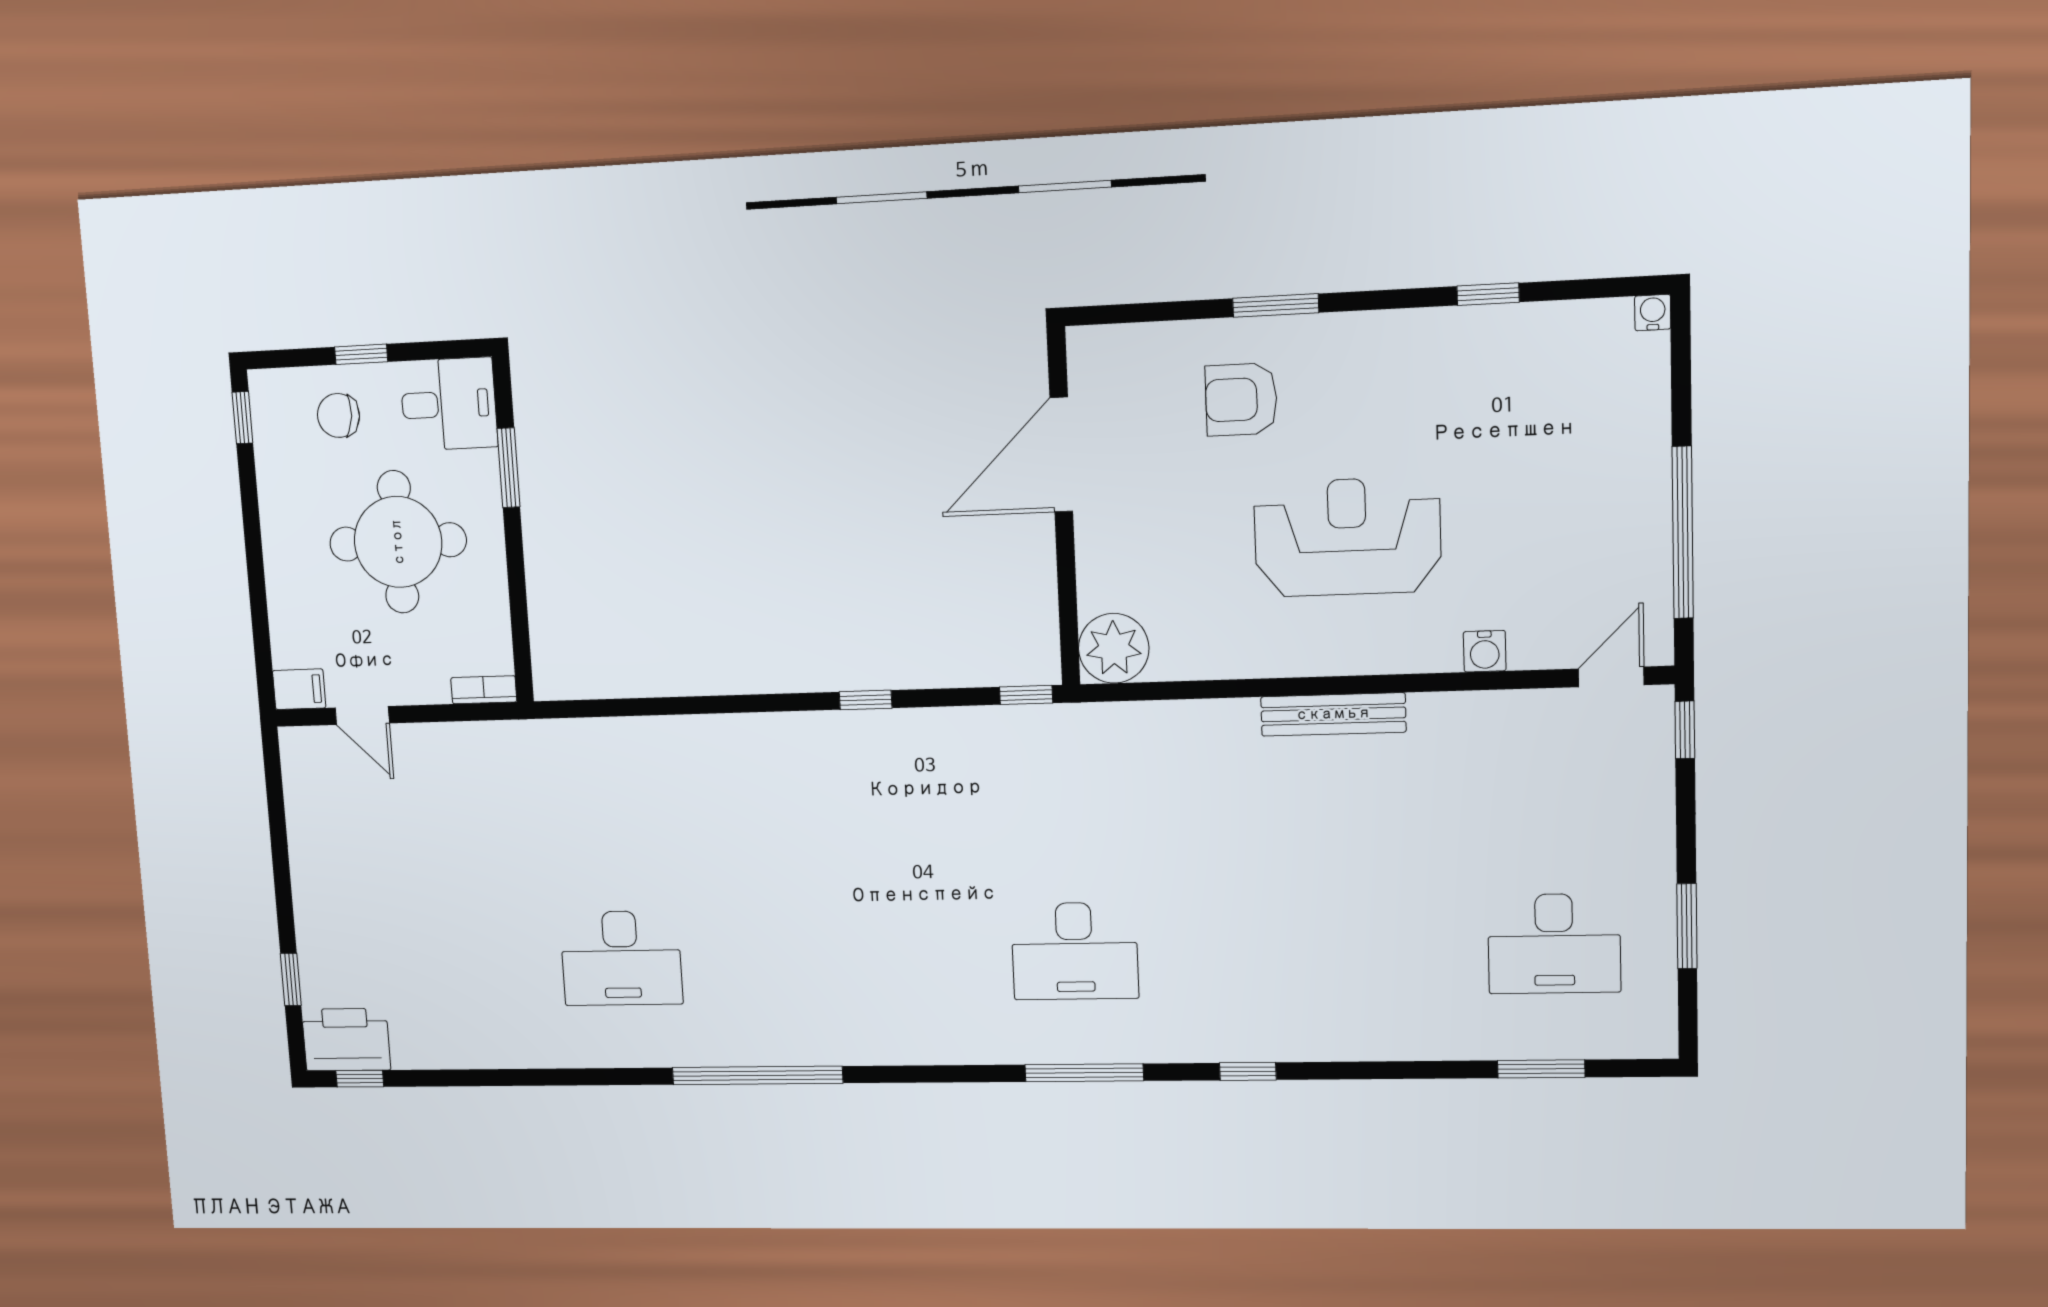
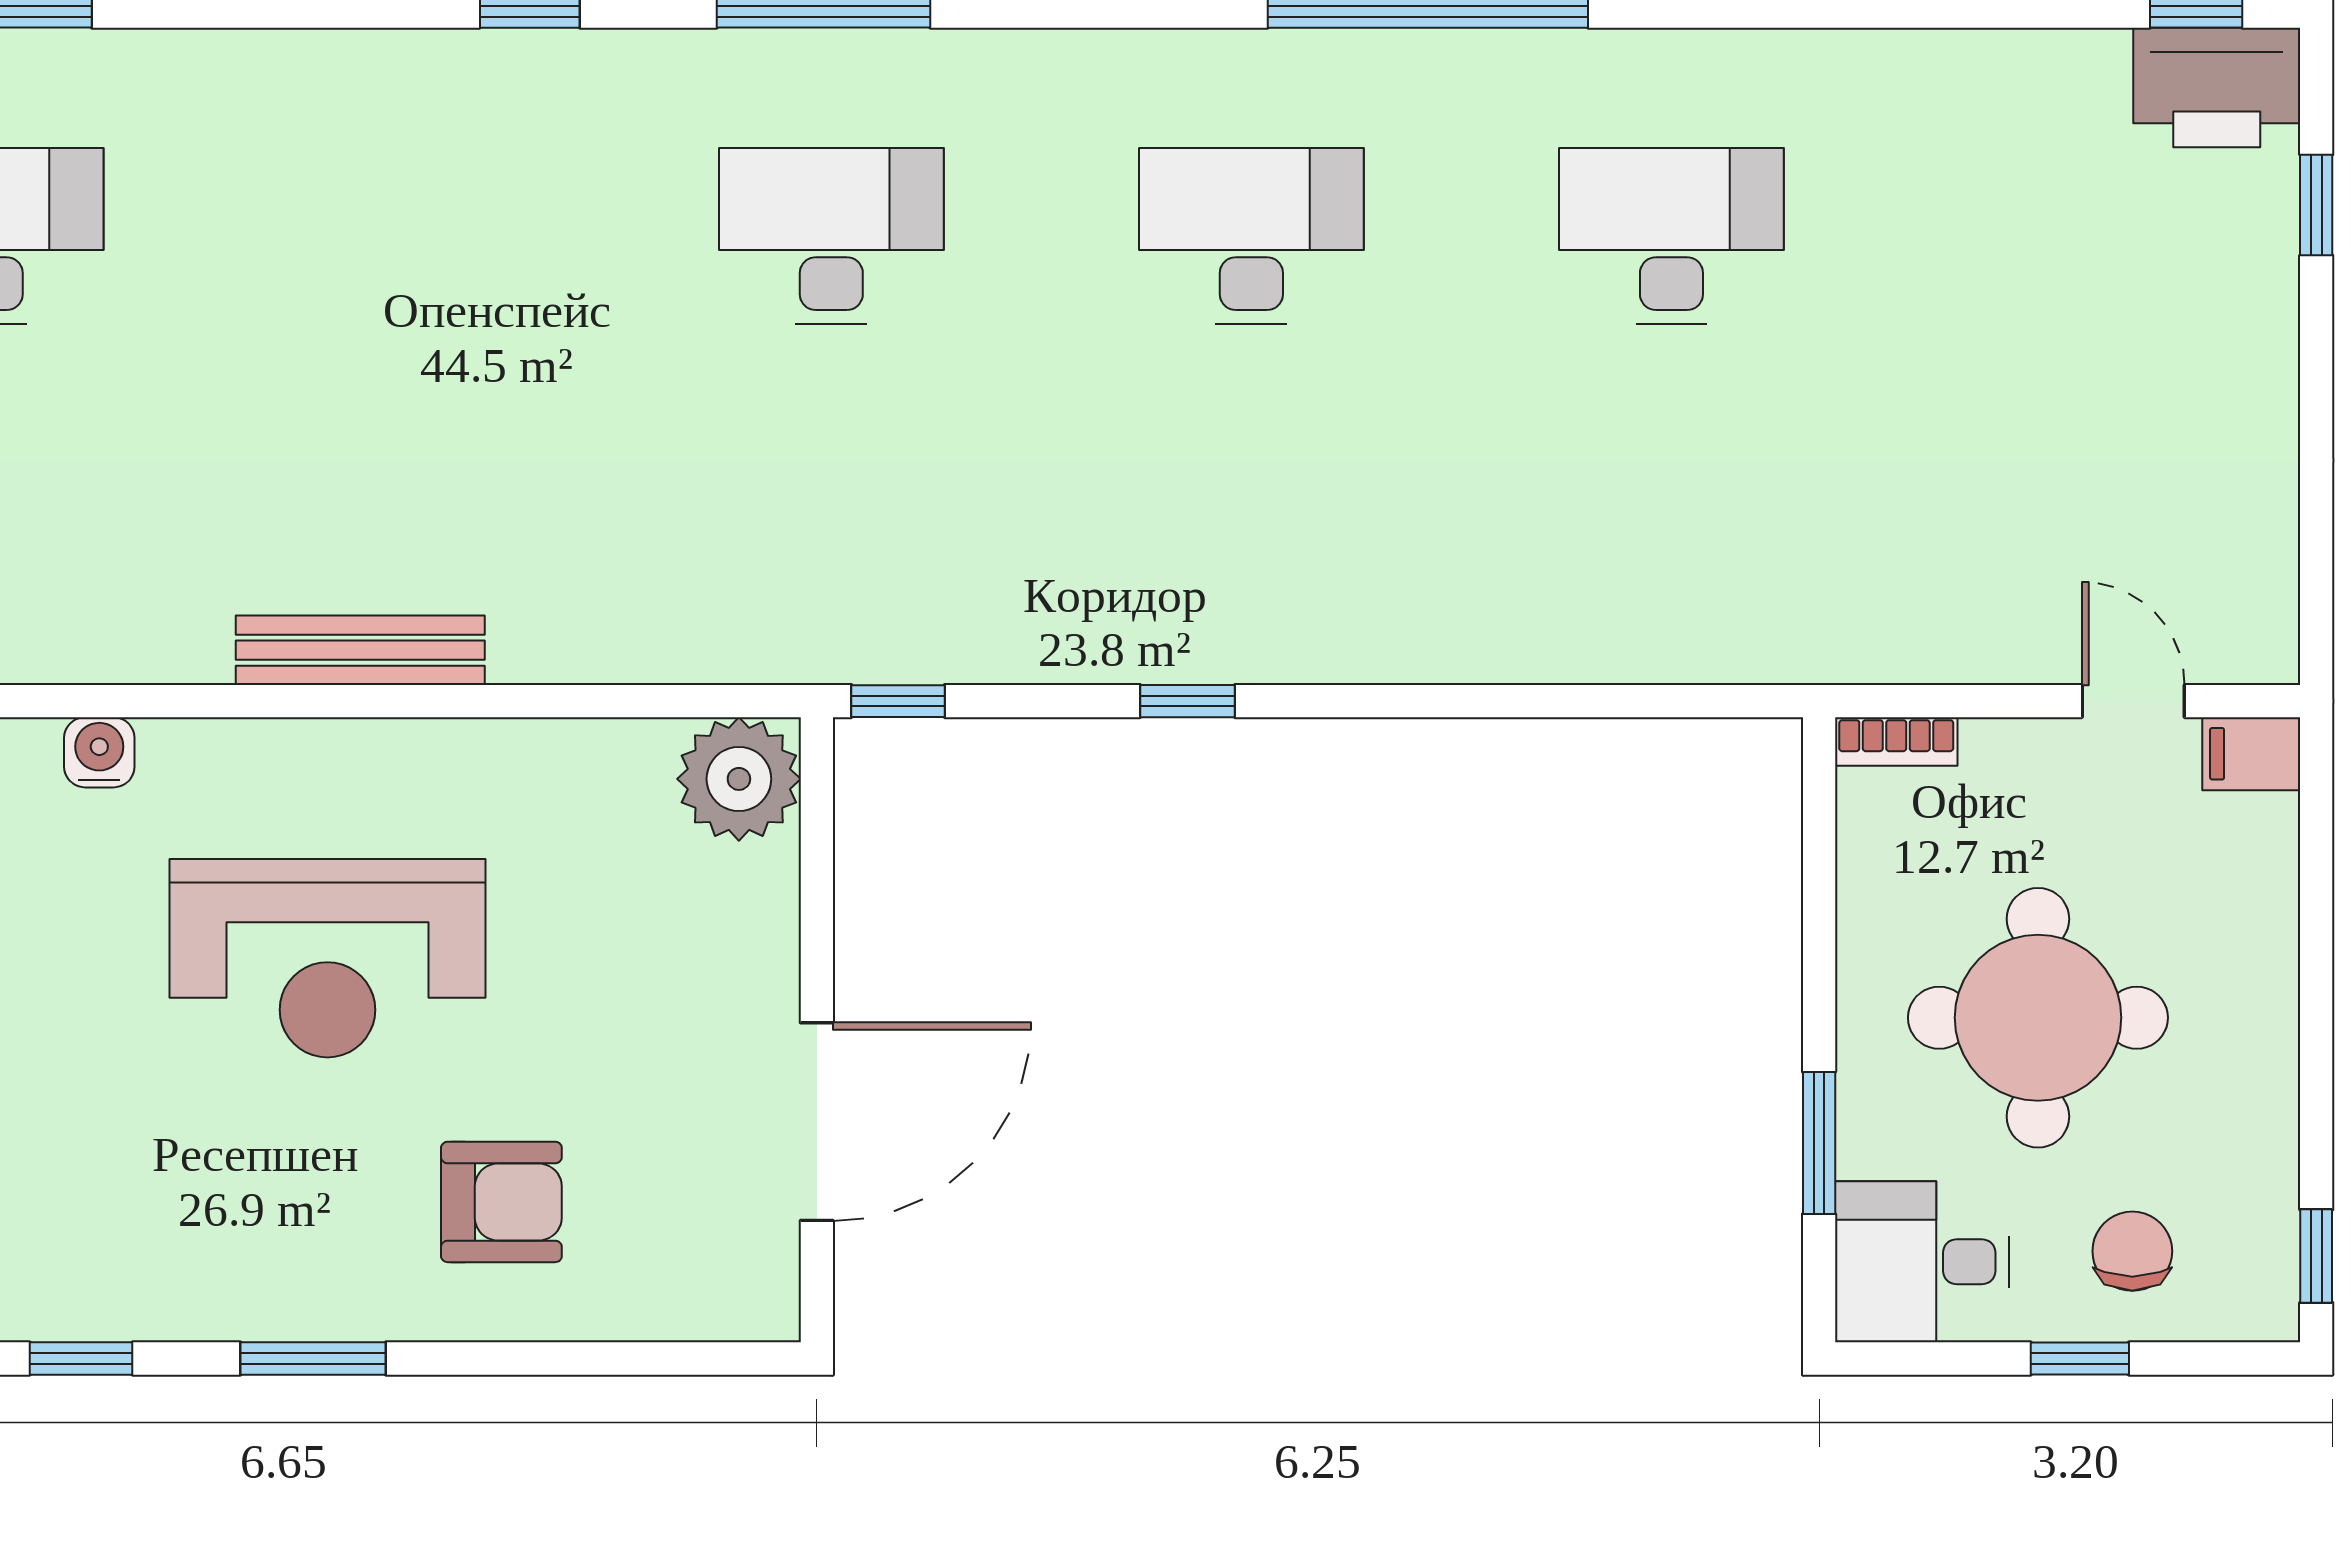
window: (1276, 305) -> (313, 1359), moved
chair: (338, 415) -> (2132, 1251), turned -95
desk: (845, 955) -> (1251, 236), added

